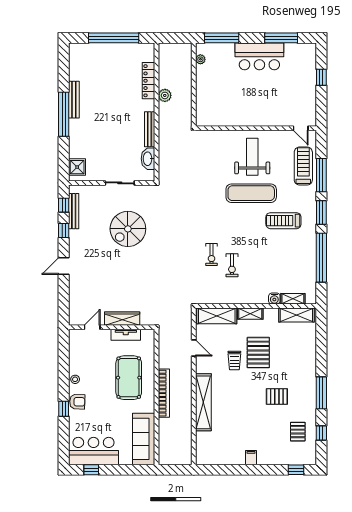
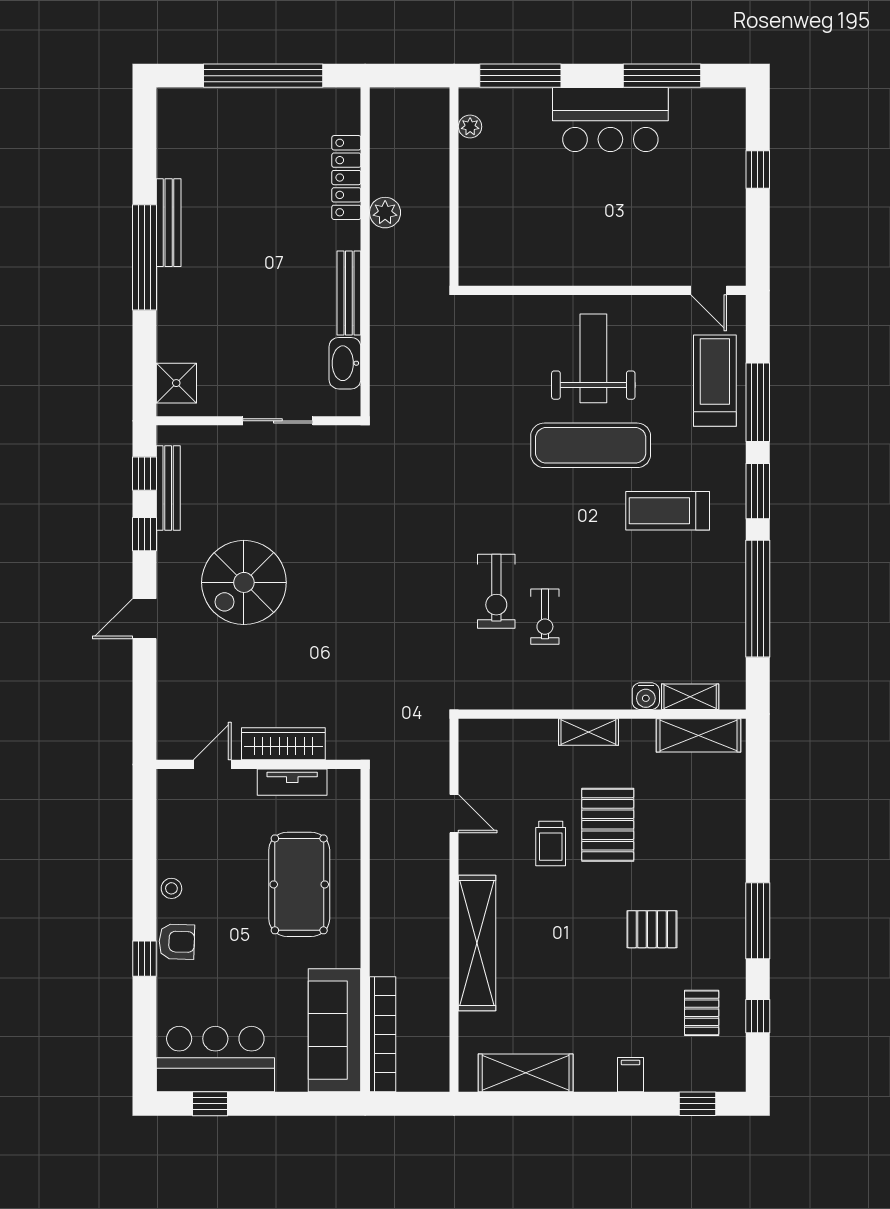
spiral stairs: (128, 229) -> (244, 582), moved
exercise bike: (212, 255) -> (496, 591), width x1.38, depth x1.39
shelving: (217, 316) -> (526, 1073), moved
bookcase: (164, 393) -> (383, 1034), moved
filing cabinet: (251, 458) -> (631, 1075), moved

